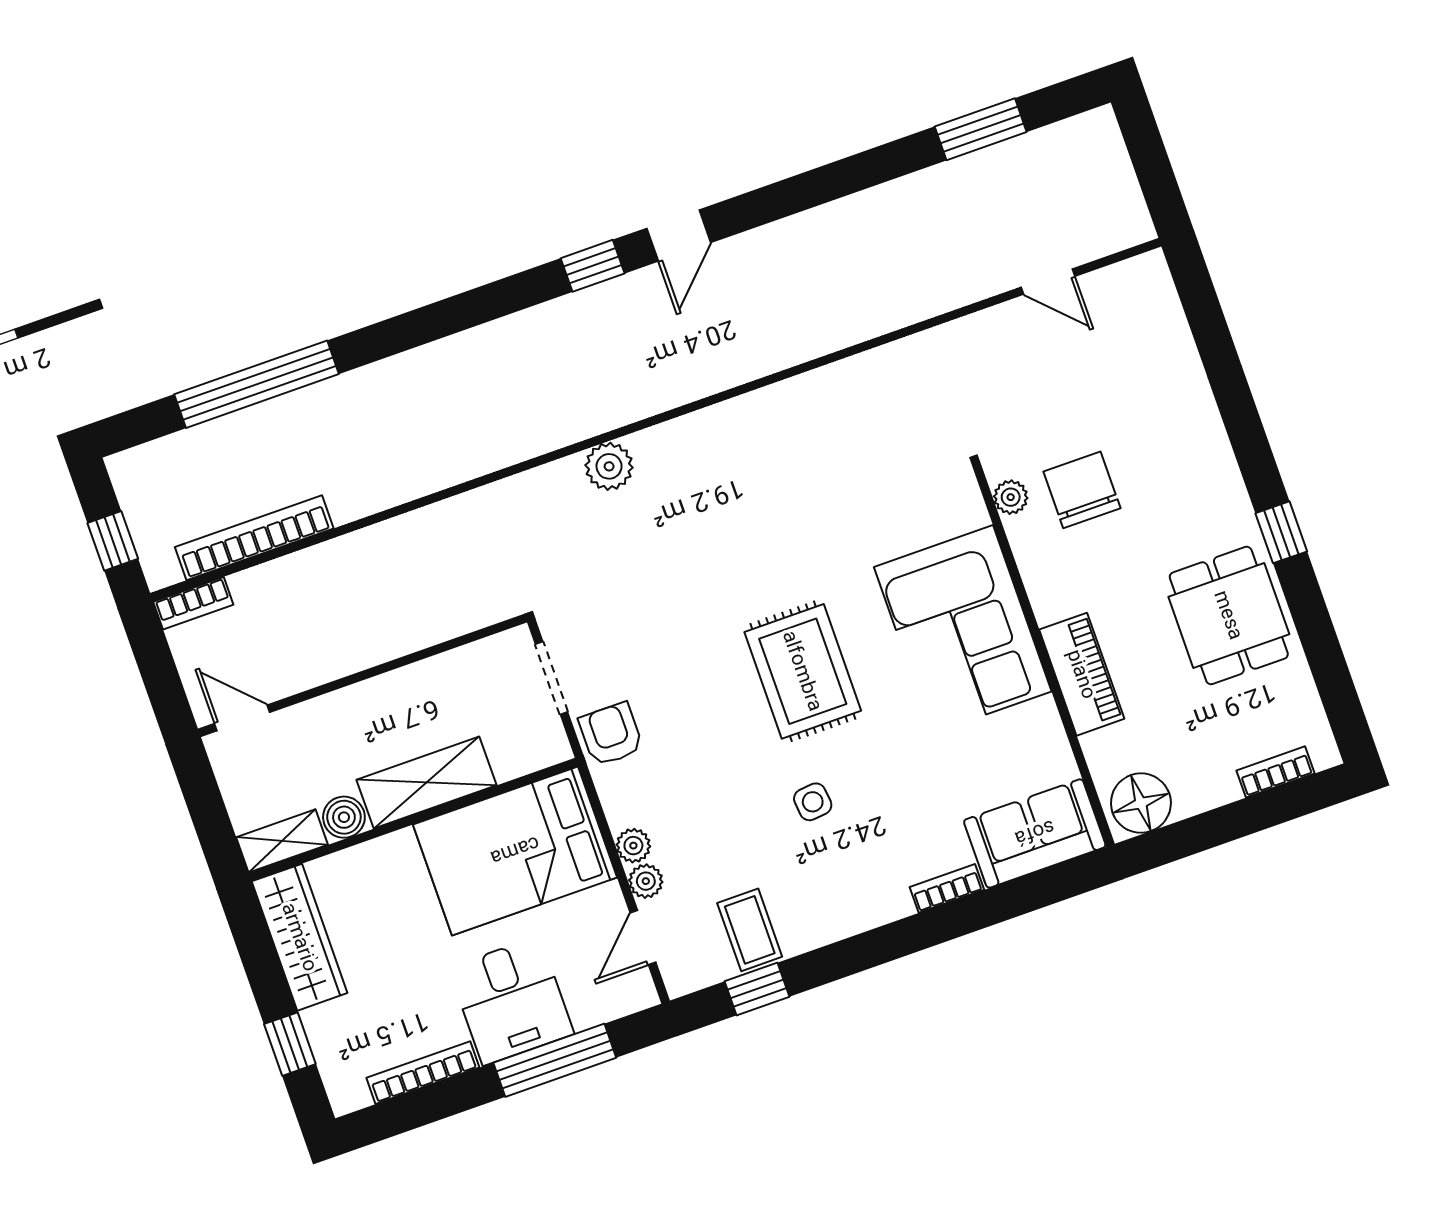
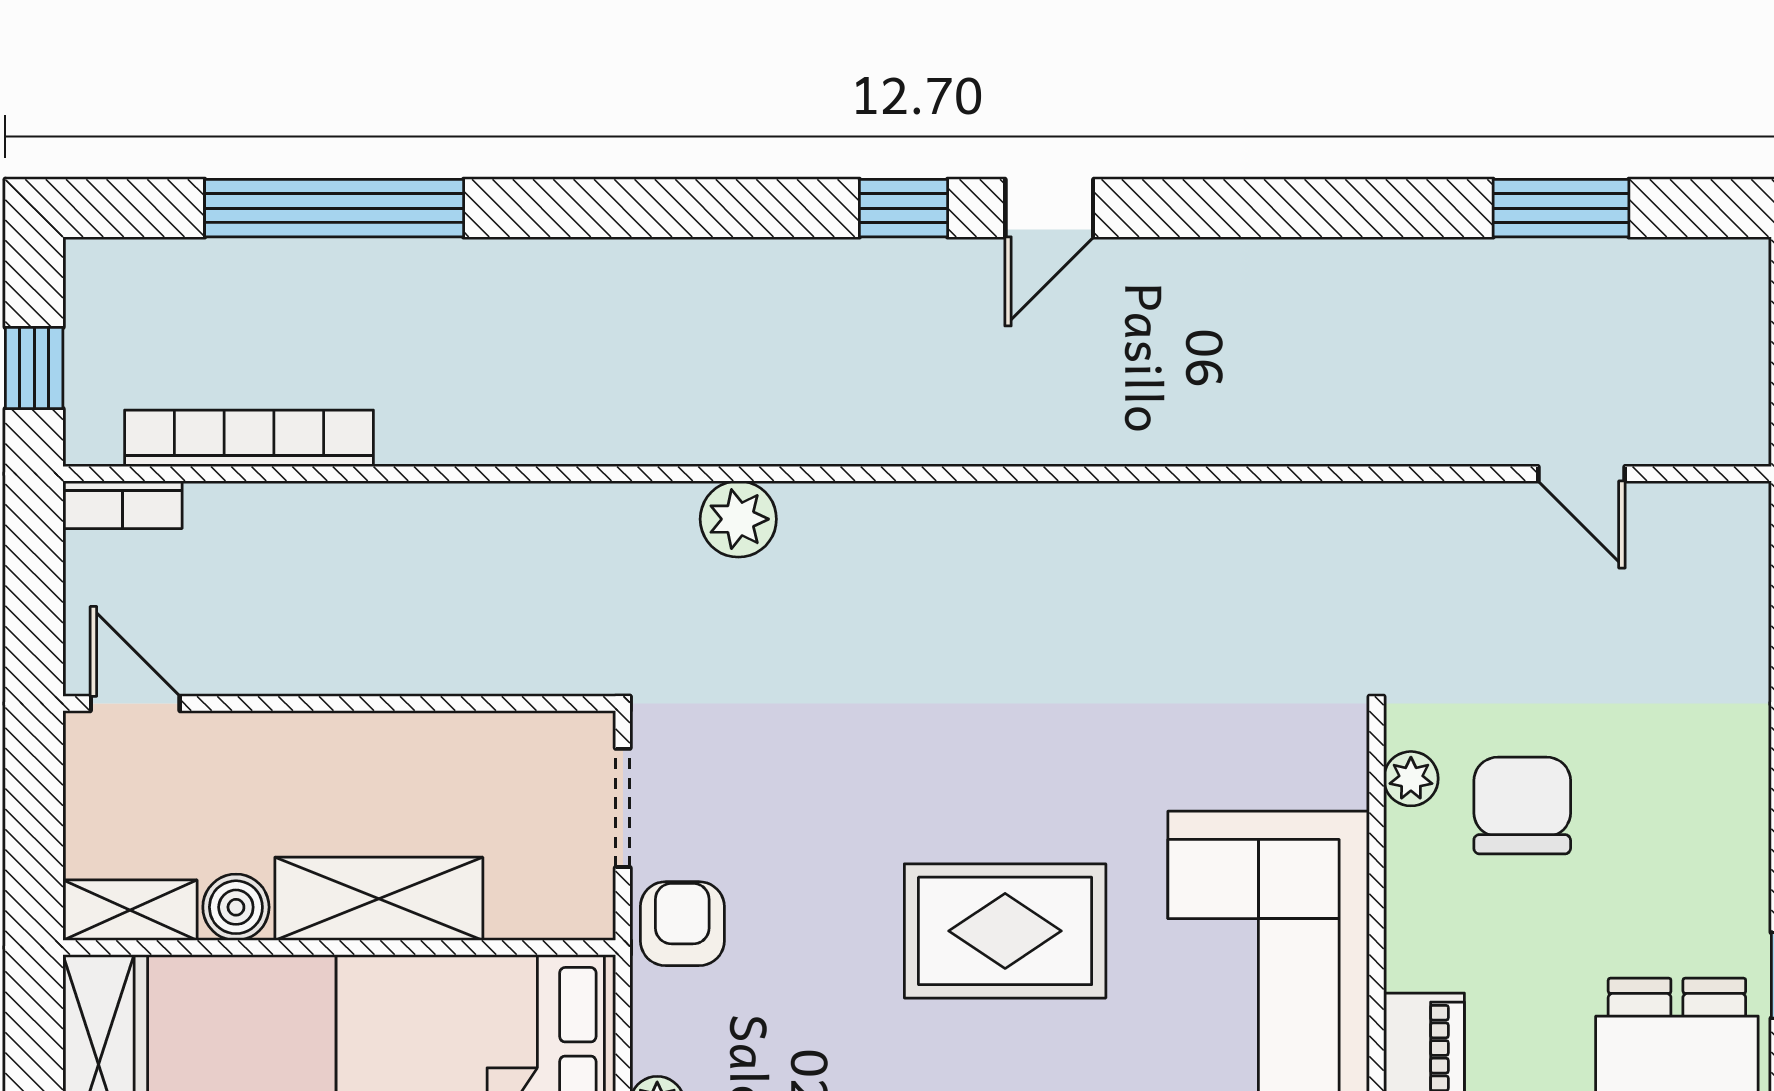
plant: (609, 466) -> (738, 519), moved
rug: (803, 671) -> (1005, 931), turned 90

